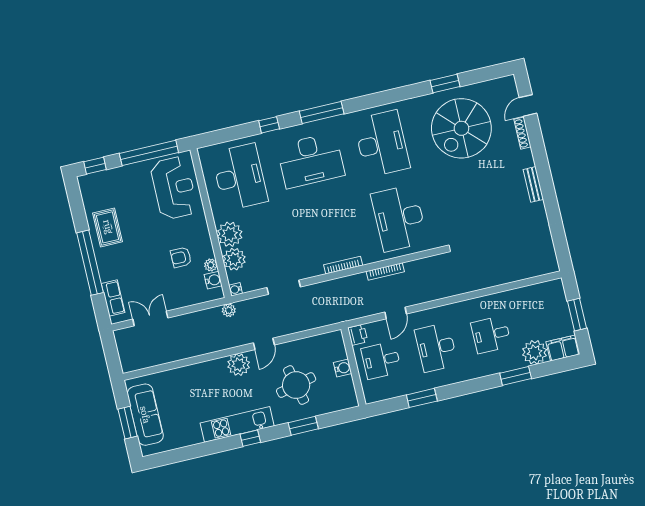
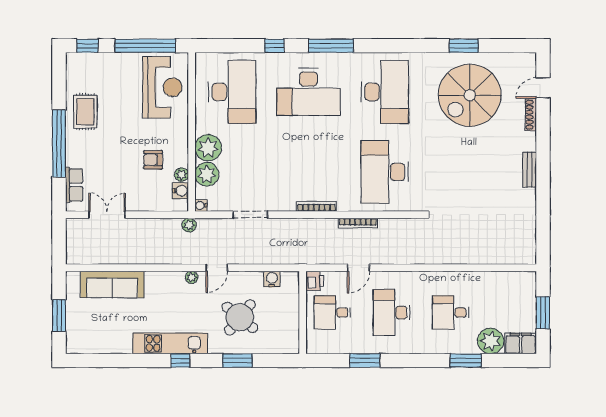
plant: (239, 365) -> (192, 277), width x0.53, depth x0.53
water cooler: (343, 368) -> (272, 279), moved, turned -90
round table: (296, 385) -> (240, 317), turned -38
sofa: (145, 415) -> (112, 285), moved, turned 90

